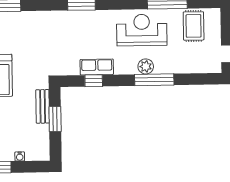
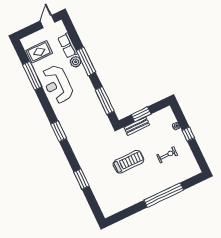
plant: (146, 66) -> (76, 62), moved
row of seats: (97, 67) -> (68, 46), moved
window: (94, 81) -> (105, 101), width x2.17

